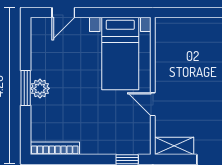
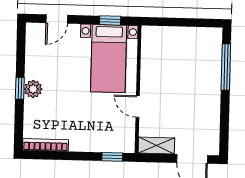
window: (121, 12) -> (110, 20), added
window: (26, 88) -> (20, 88), width x0.67

